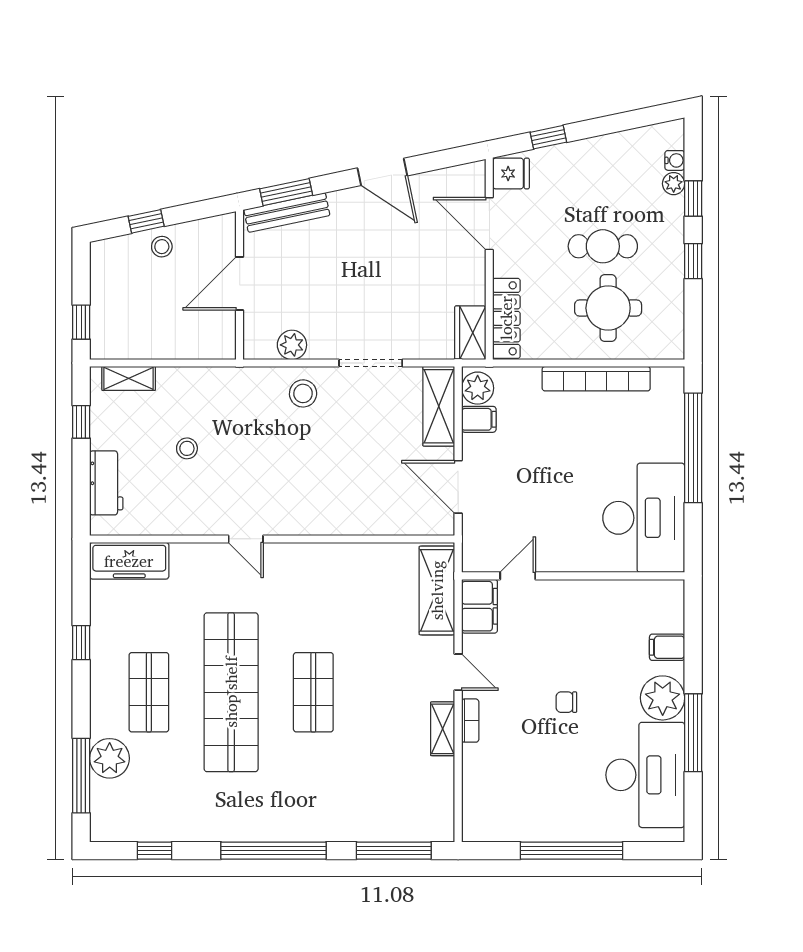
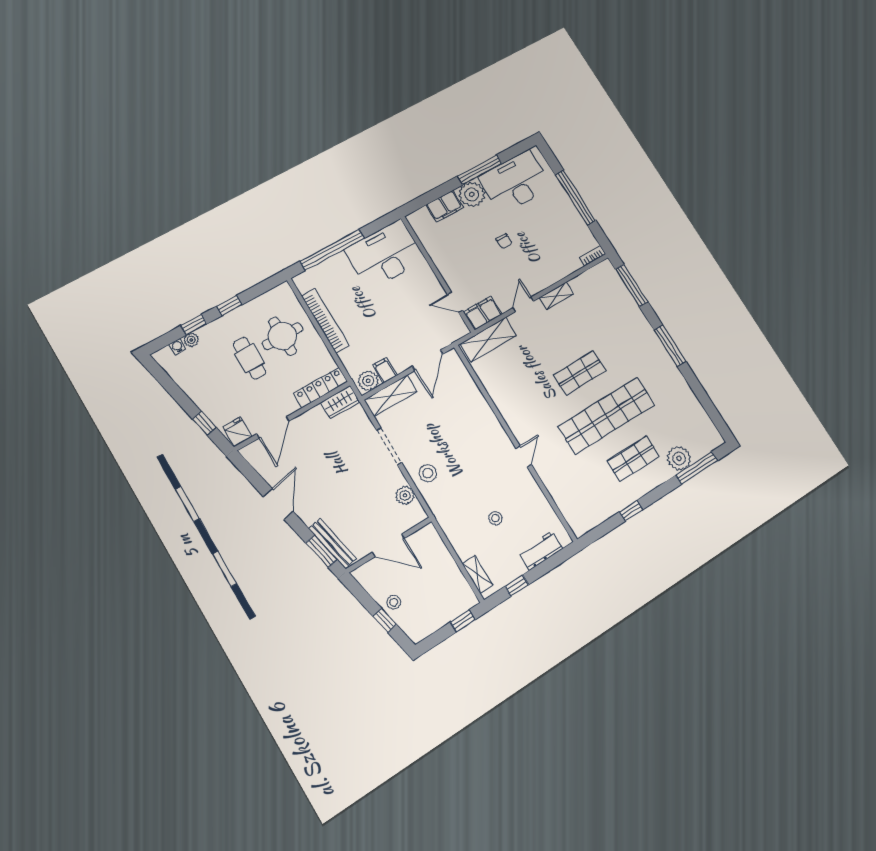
freezer: (129, 561) -> (573, 512), removed
filing cabinet: (667, 647) -> (445, 206), width x2.00
bookcase: (470, 721) -> (593, 256), moved
window: (154, 851) -> (709, 406), removed
window: (274, 851) -> (670, 346), width x0.68

